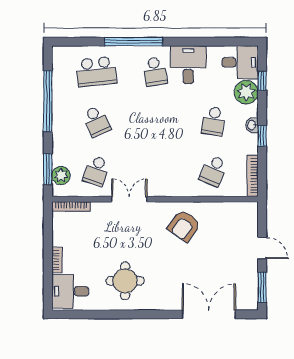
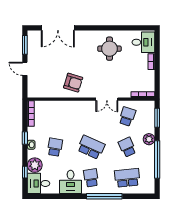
school desk: (214, 171) -> (91, 147), moved, width x1.85
plant: (61, 176) -> (149, 139), moved
armchair: (184, 226) -> (73, 83), turned 72

